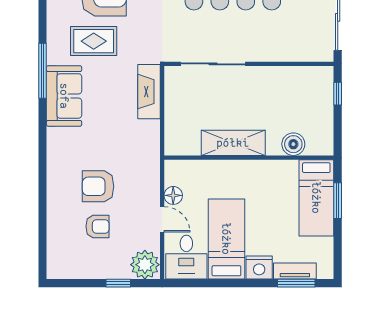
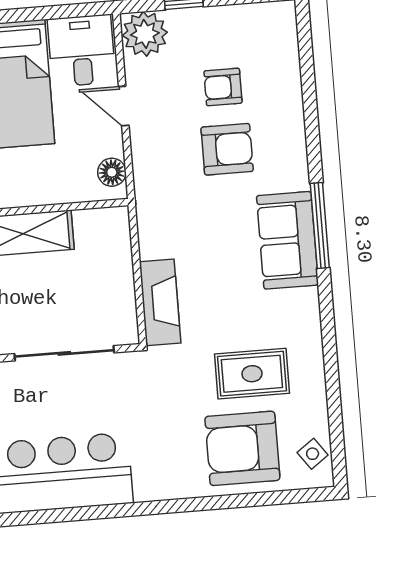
window: (43, 71) -> (320, 226), moved
sofa: (64, 96) -> (287, 240), moved
floor lamp: (173, 195) -> (112, 172), moved

